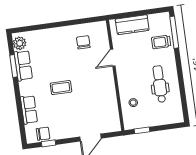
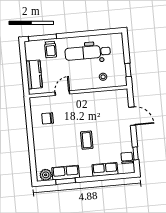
door: (113, 58) -> (62, 93), swing flipped
dental chair: (160, 84) -> (88, 53), width x1.36, depth x1.38

